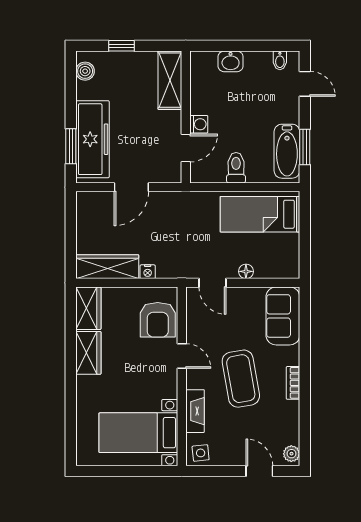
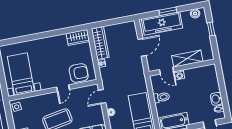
washbasin: (231, 61) -> (216, 99), moved
shelving: (170, 80) -> (187, 59), moved
window: (71, 146) -> (168, 11), moved
door: (131, 187) -> (142, 47), swing flipped
armchair: (158, 320) -> (79, 73), turned 180
wardrobe: (88, 353) -> (56, 42), removed
fireplace: (195, 411) -> (37, 100), removed

